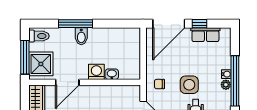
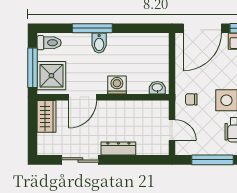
washbasin: (112, 74) -> (157, 88), moved

